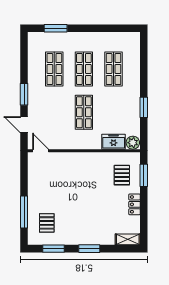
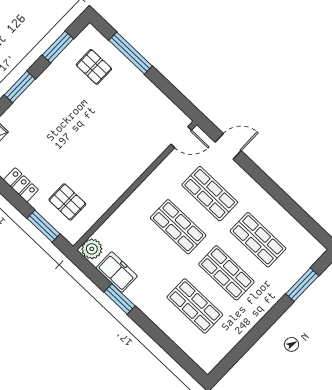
window: (24, 94) -> (262, 179), removed
shop shelf: (54, 112) -> (210, 194), added
freezer: (114, 142) -> (117, 272), moved, turned -90

